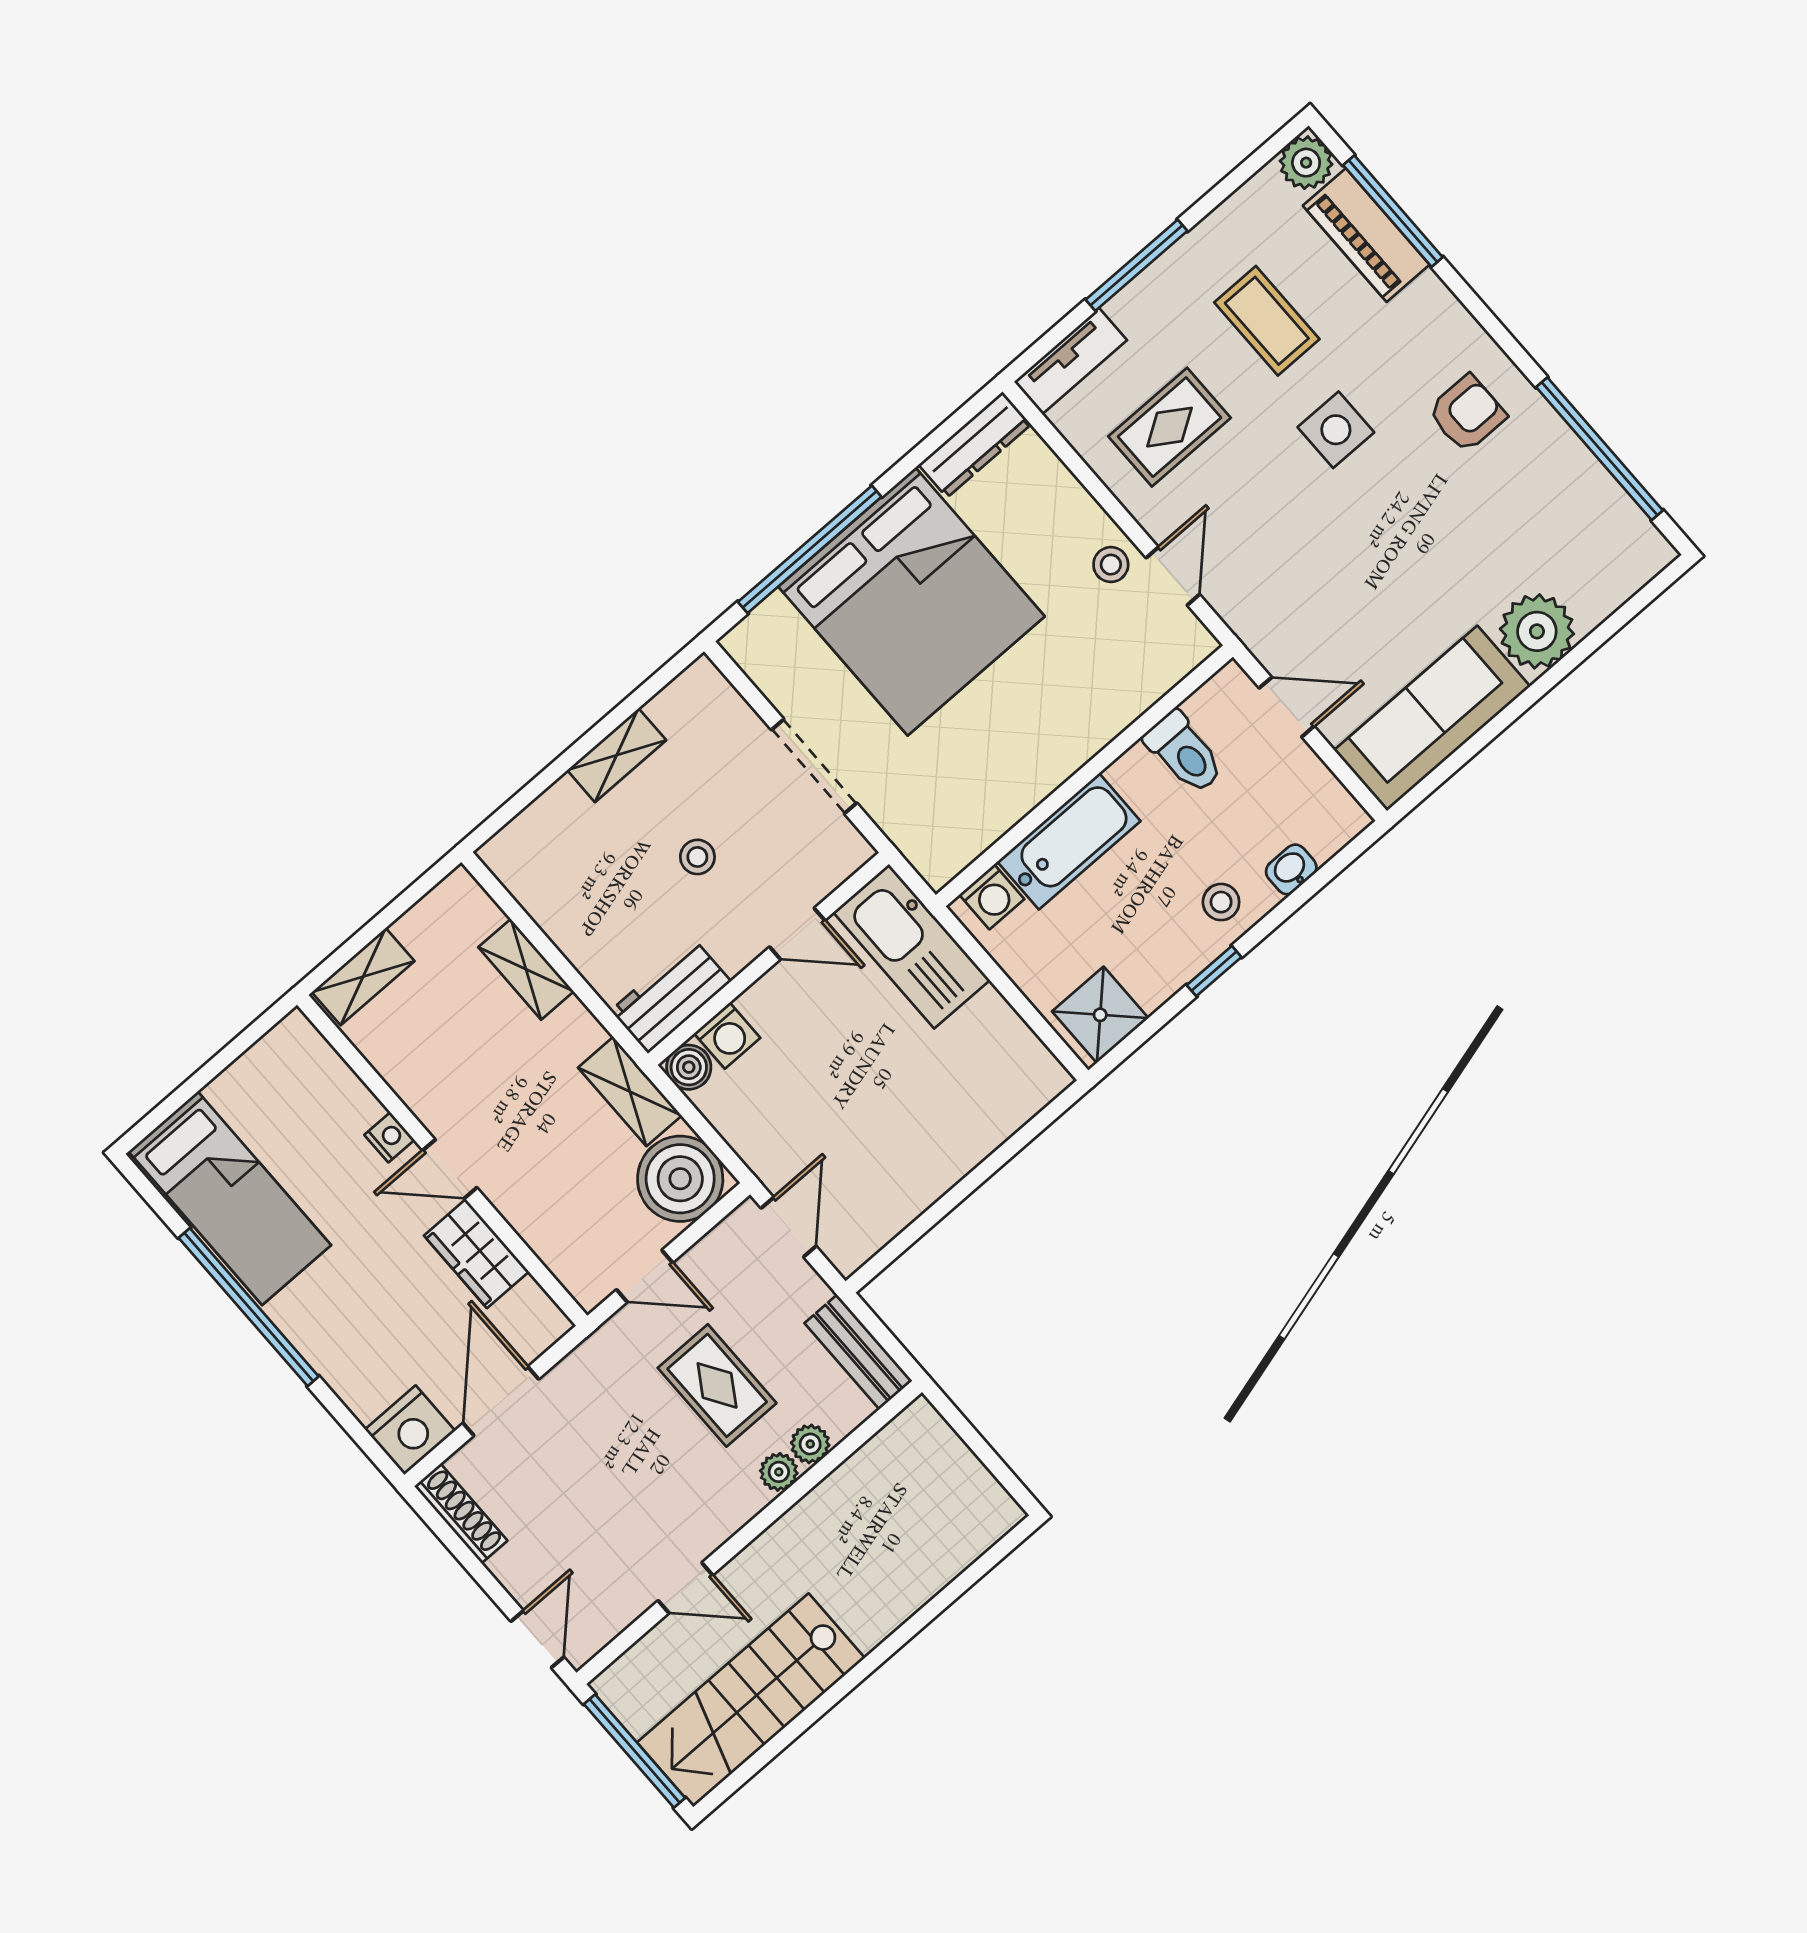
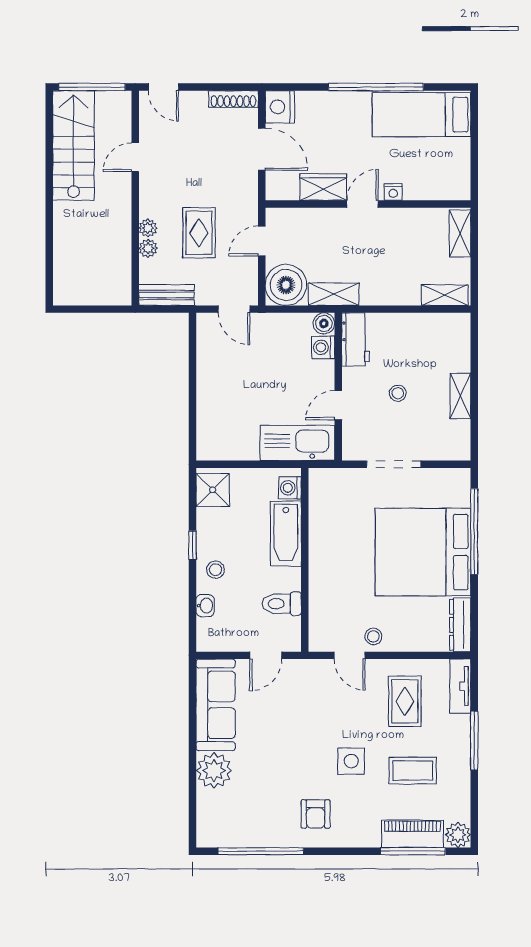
shelving: (526, 969) -> (445, 295), moved
rug: (717, 1385) -> (199, 233), turned 90

